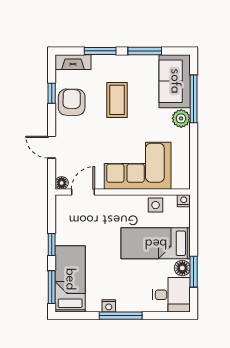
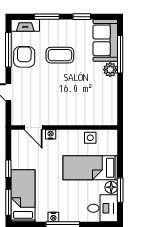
window: (145, 51) -> (82, 17), width x0.67
window: (52, 93) -> (8, 50), width x2.17
coffee table: (117, 100) -> (60, 55), turned 90
corner sofa: (138, 166) -> (76, 107), removed
floor lamp: (62, 183) -> (16, 120), removed
door: (83, 192) -> (33, 128), swing flipped
nightstand: (184, 201) -> (51, 134), moved

